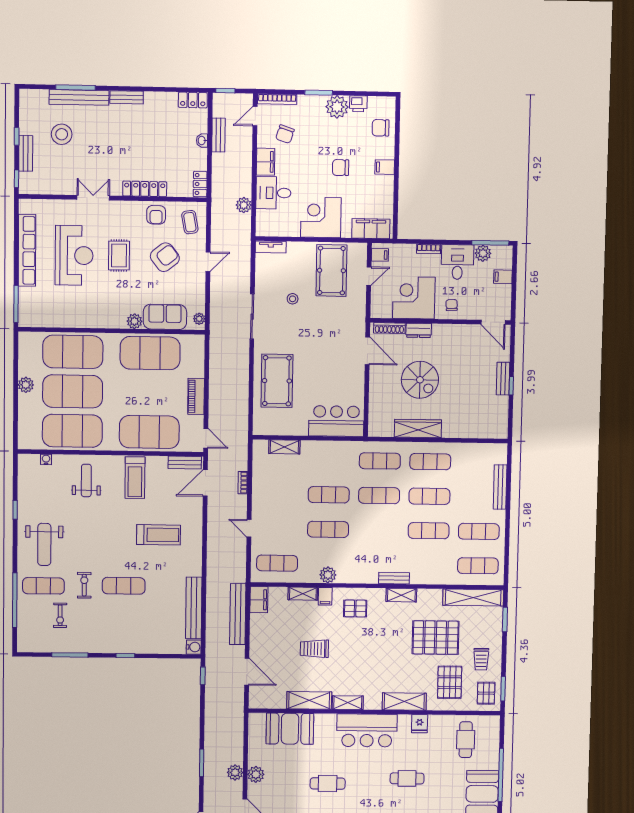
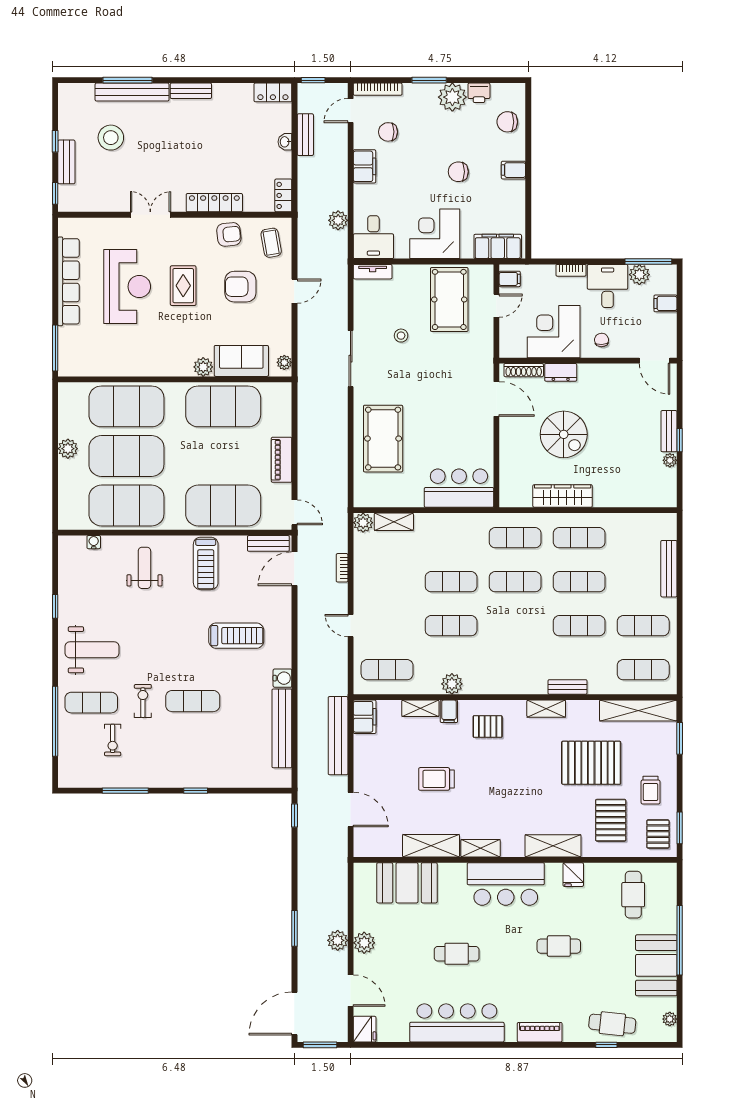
chair: (285, 134) -> (388, 132), turned 72
desk: (273, 193) -> (373, 237), moved, turned -90
armchair: (156, 215) -> (229, 234), turned -96
armchair: (165, 257) -> (240, 287), turned -142
plant: (503, 402) -> (670, 460), added
plant: (260, 447) -> (363, 523), added
weight bench: (44, 544) -> (92, 650), turned -90
bench: (394, 578) -> (567, 687), moved
water cooler: (194, 647) -> (282, 678), moved

